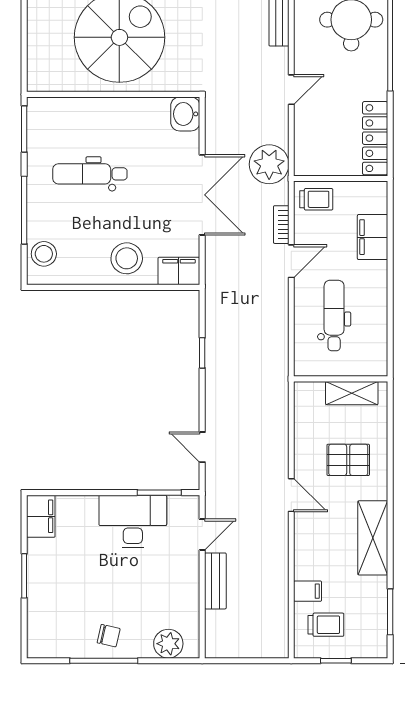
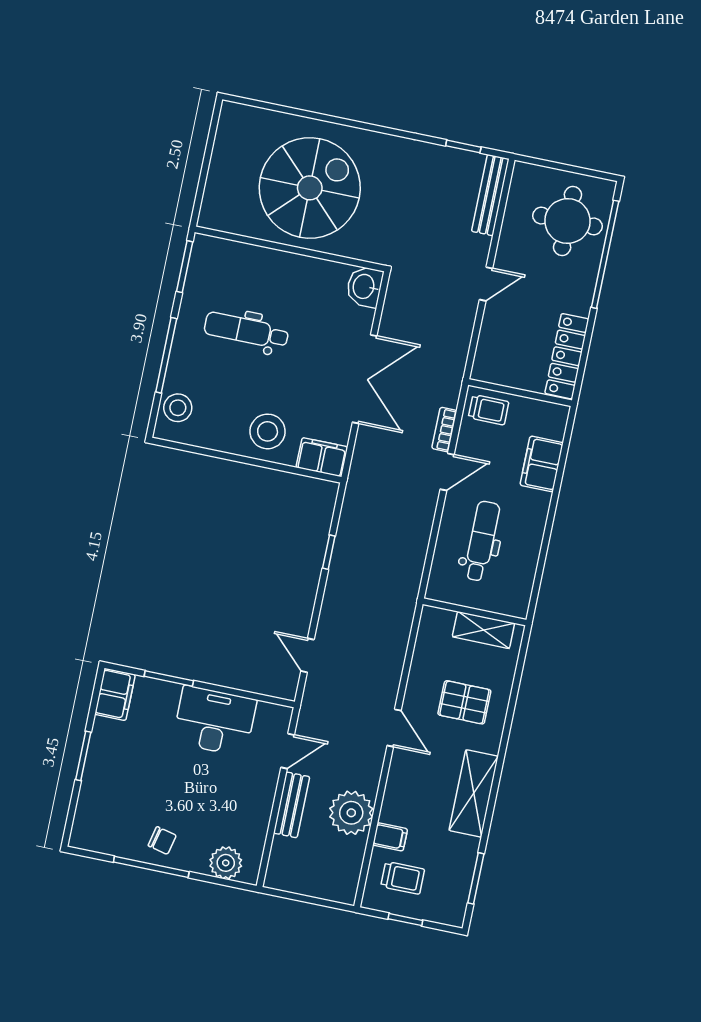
plant: (269, 164) -> (351, 813), moved
window: (159, 493) -> (169, 679), moved

